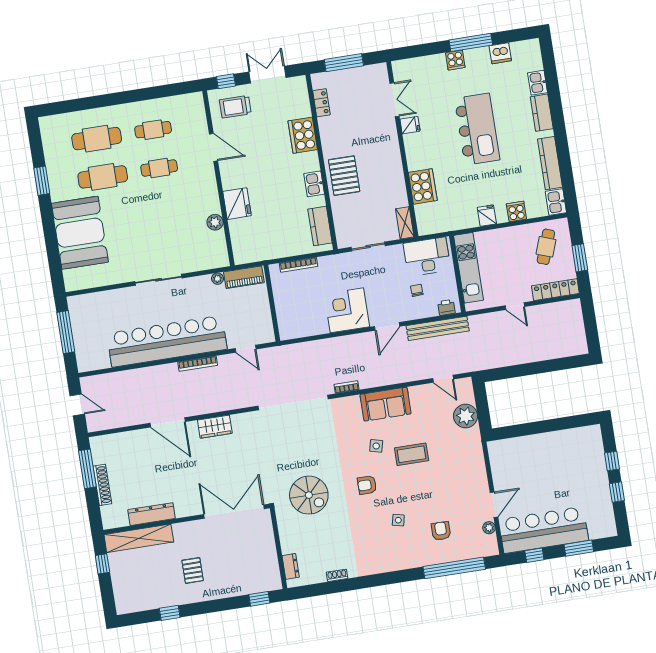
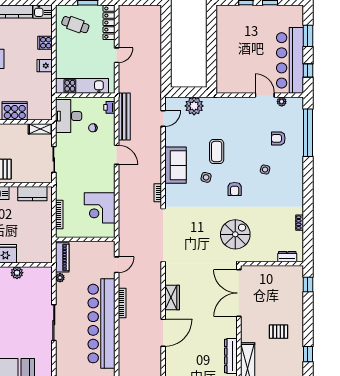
corner desk: (347, 310) -> (100, 208), moved

